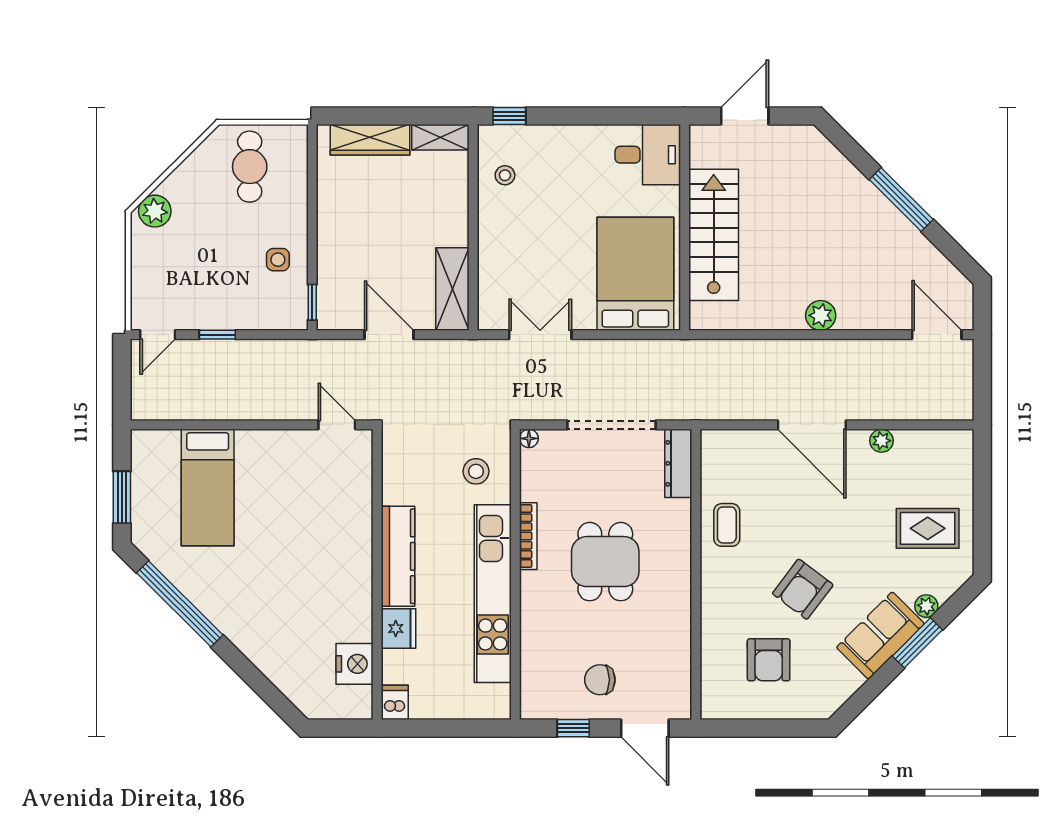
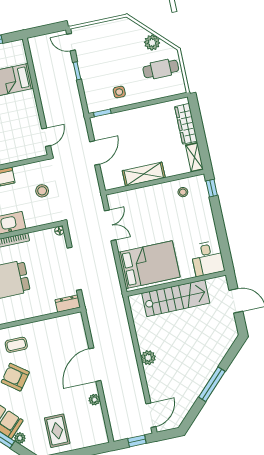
plant: (155, 211) -> (152, 43), moved
shelving: (452, 289) -> (144, 174), moved
window: (982, 373) -> (137, 441), added
dresser: (678, 463) -> (68, 304), width x0.70
stool: (476, 471) -> (42, 191), moved
coffee table: (727, 525) -> (16, 345), moved

